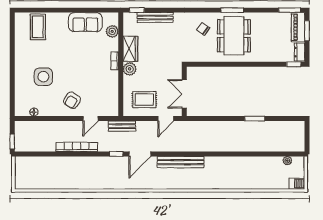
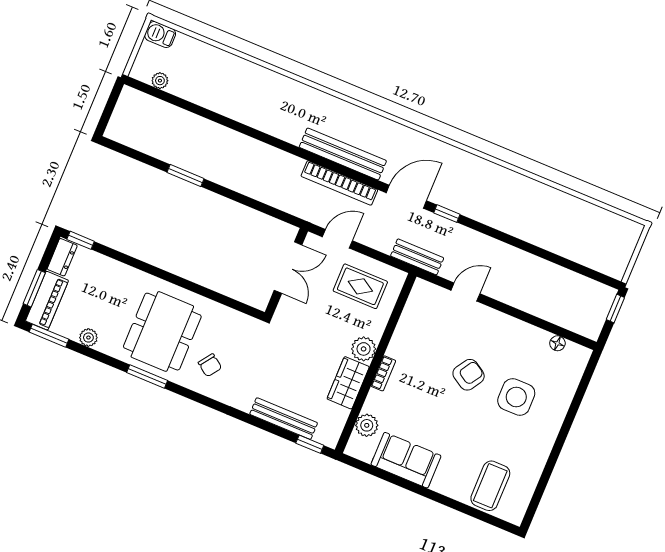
plant: (270, 17) -> (88, 338), added
armchair: (72, 100) -> (469, 375), moved
bookcase: (77, 147) -> (339, 183), moved

